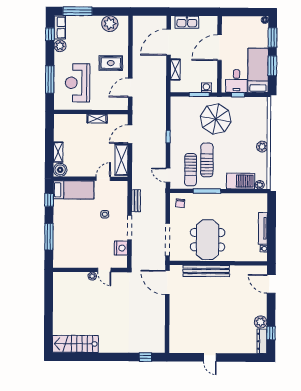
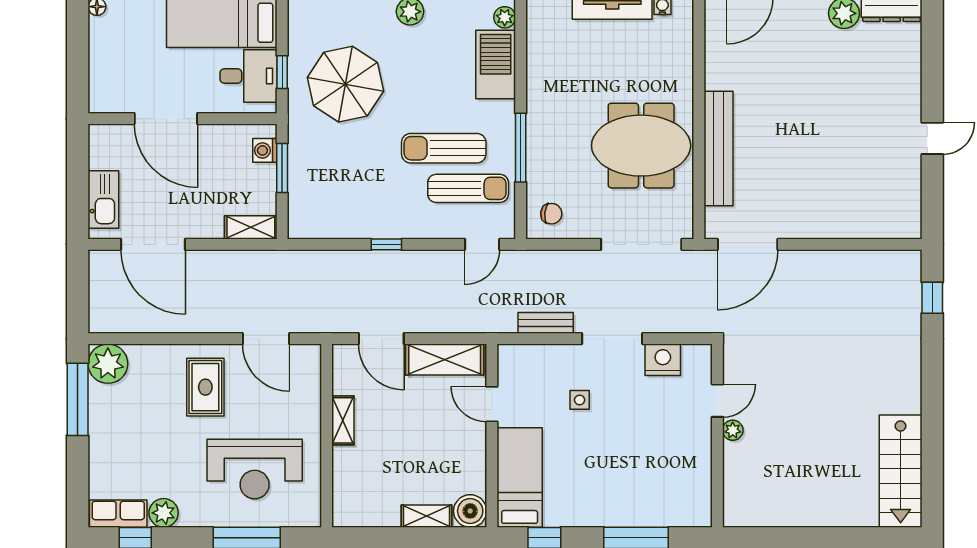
window: (78, 11) -> (78, 399), moved
plant: (110, 24) -> (108, 364), moved
shelving: (175, 70) -> (251, 227), moved
parasol: (216, 119) -> (345, 84), moved

